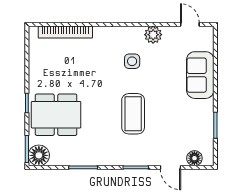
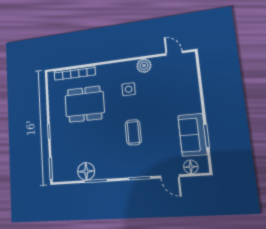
sofa: (200, 75) -> (192, 135), moved
coffee table: (133, 114) -> (133, 132), width x0.73, depth x0.76
dining table: (56, 115) -> (85, 104), moved
floor lamp: (39, 155) -> (86, 171), moved

